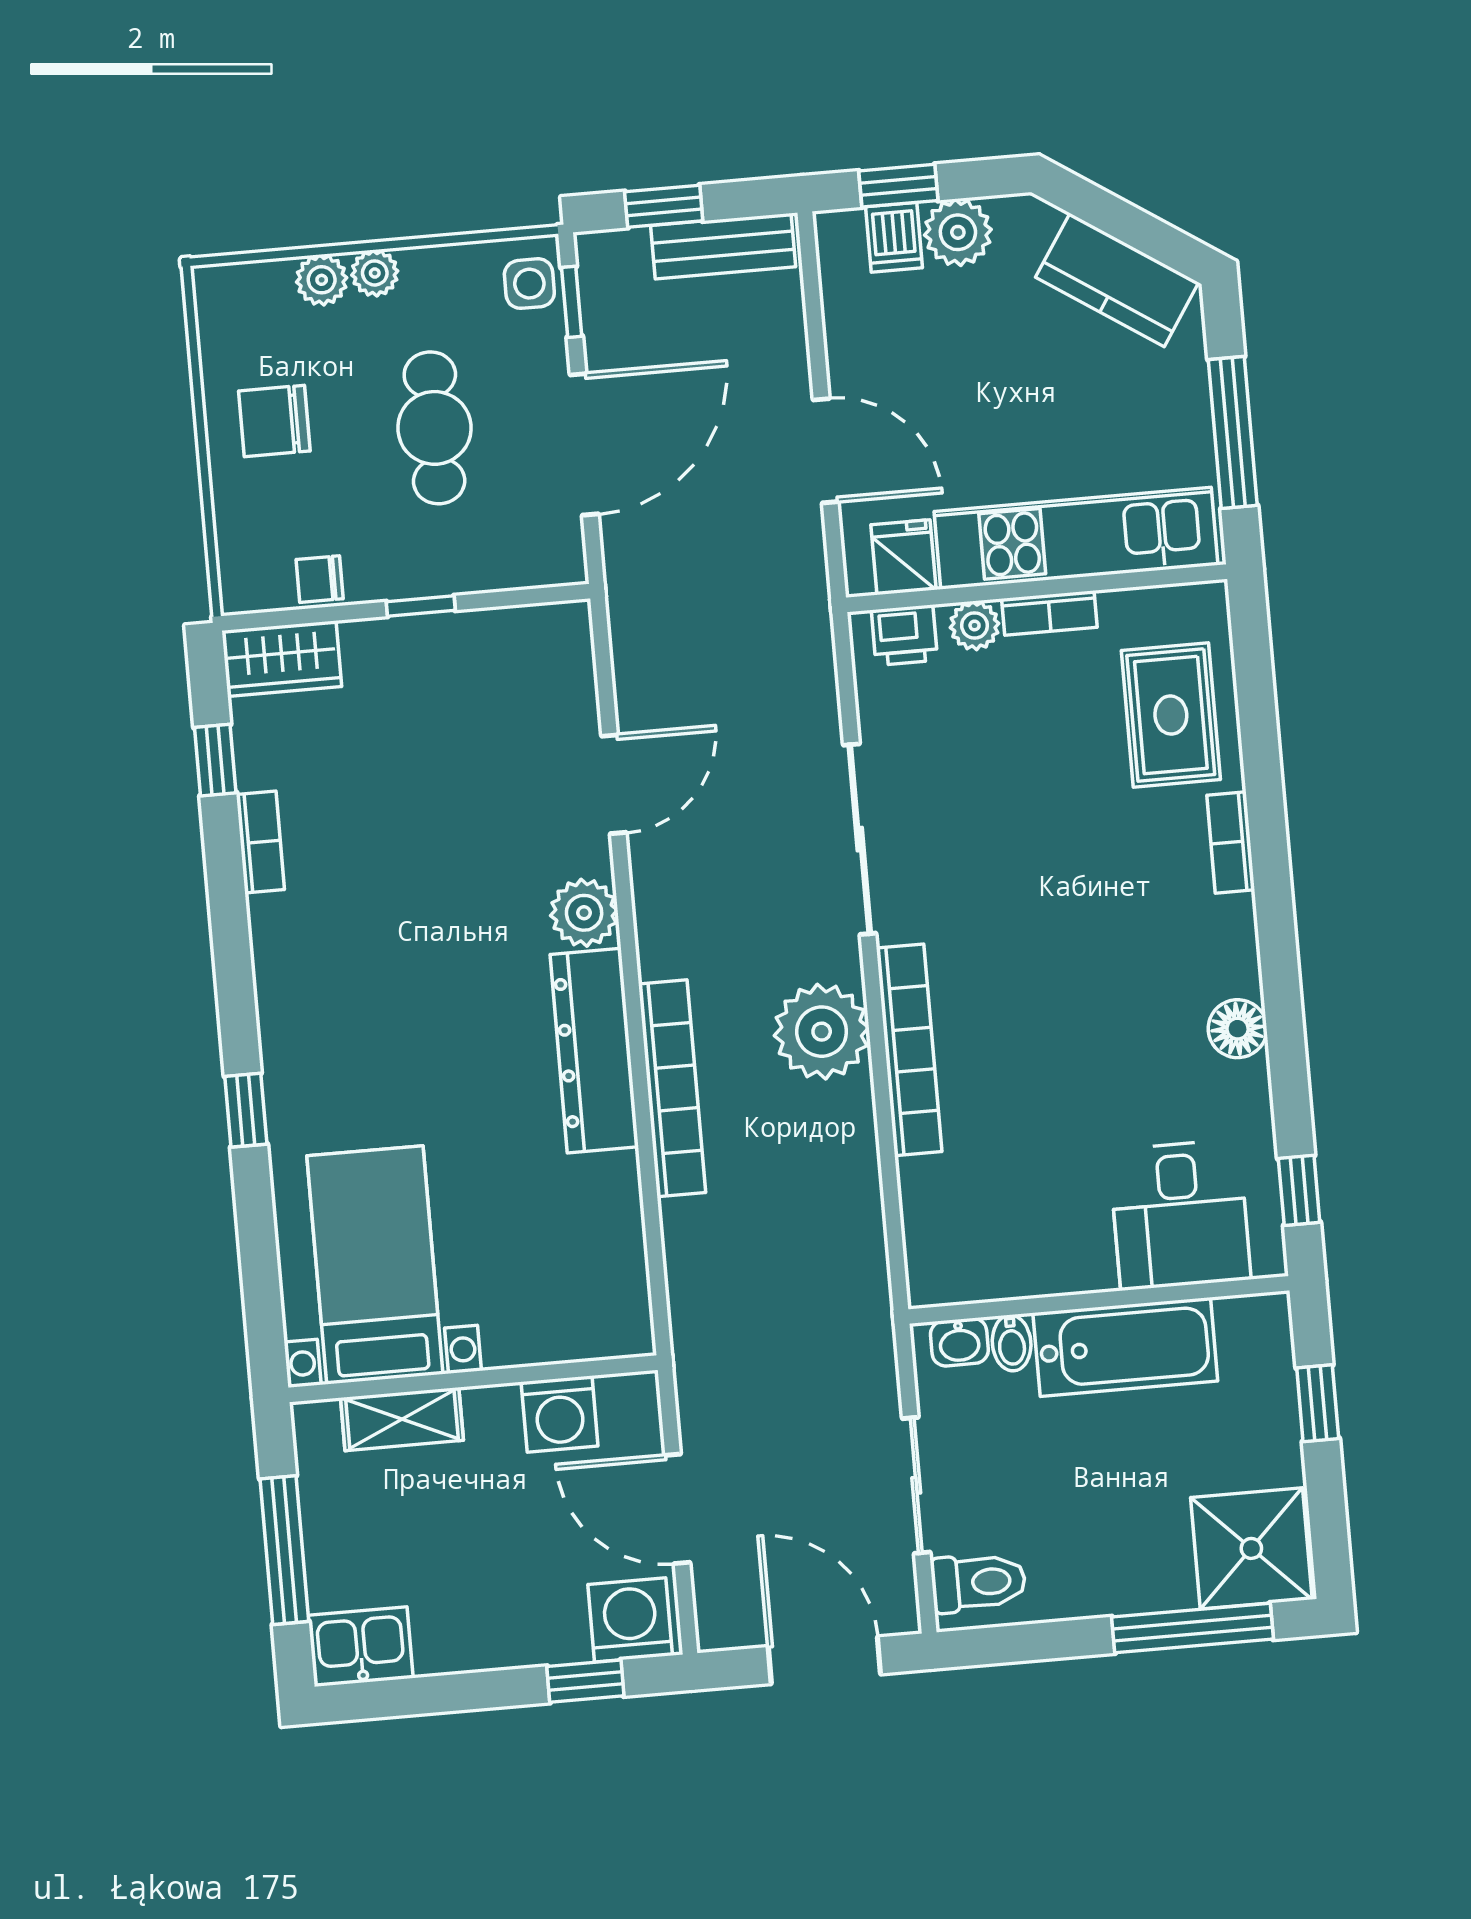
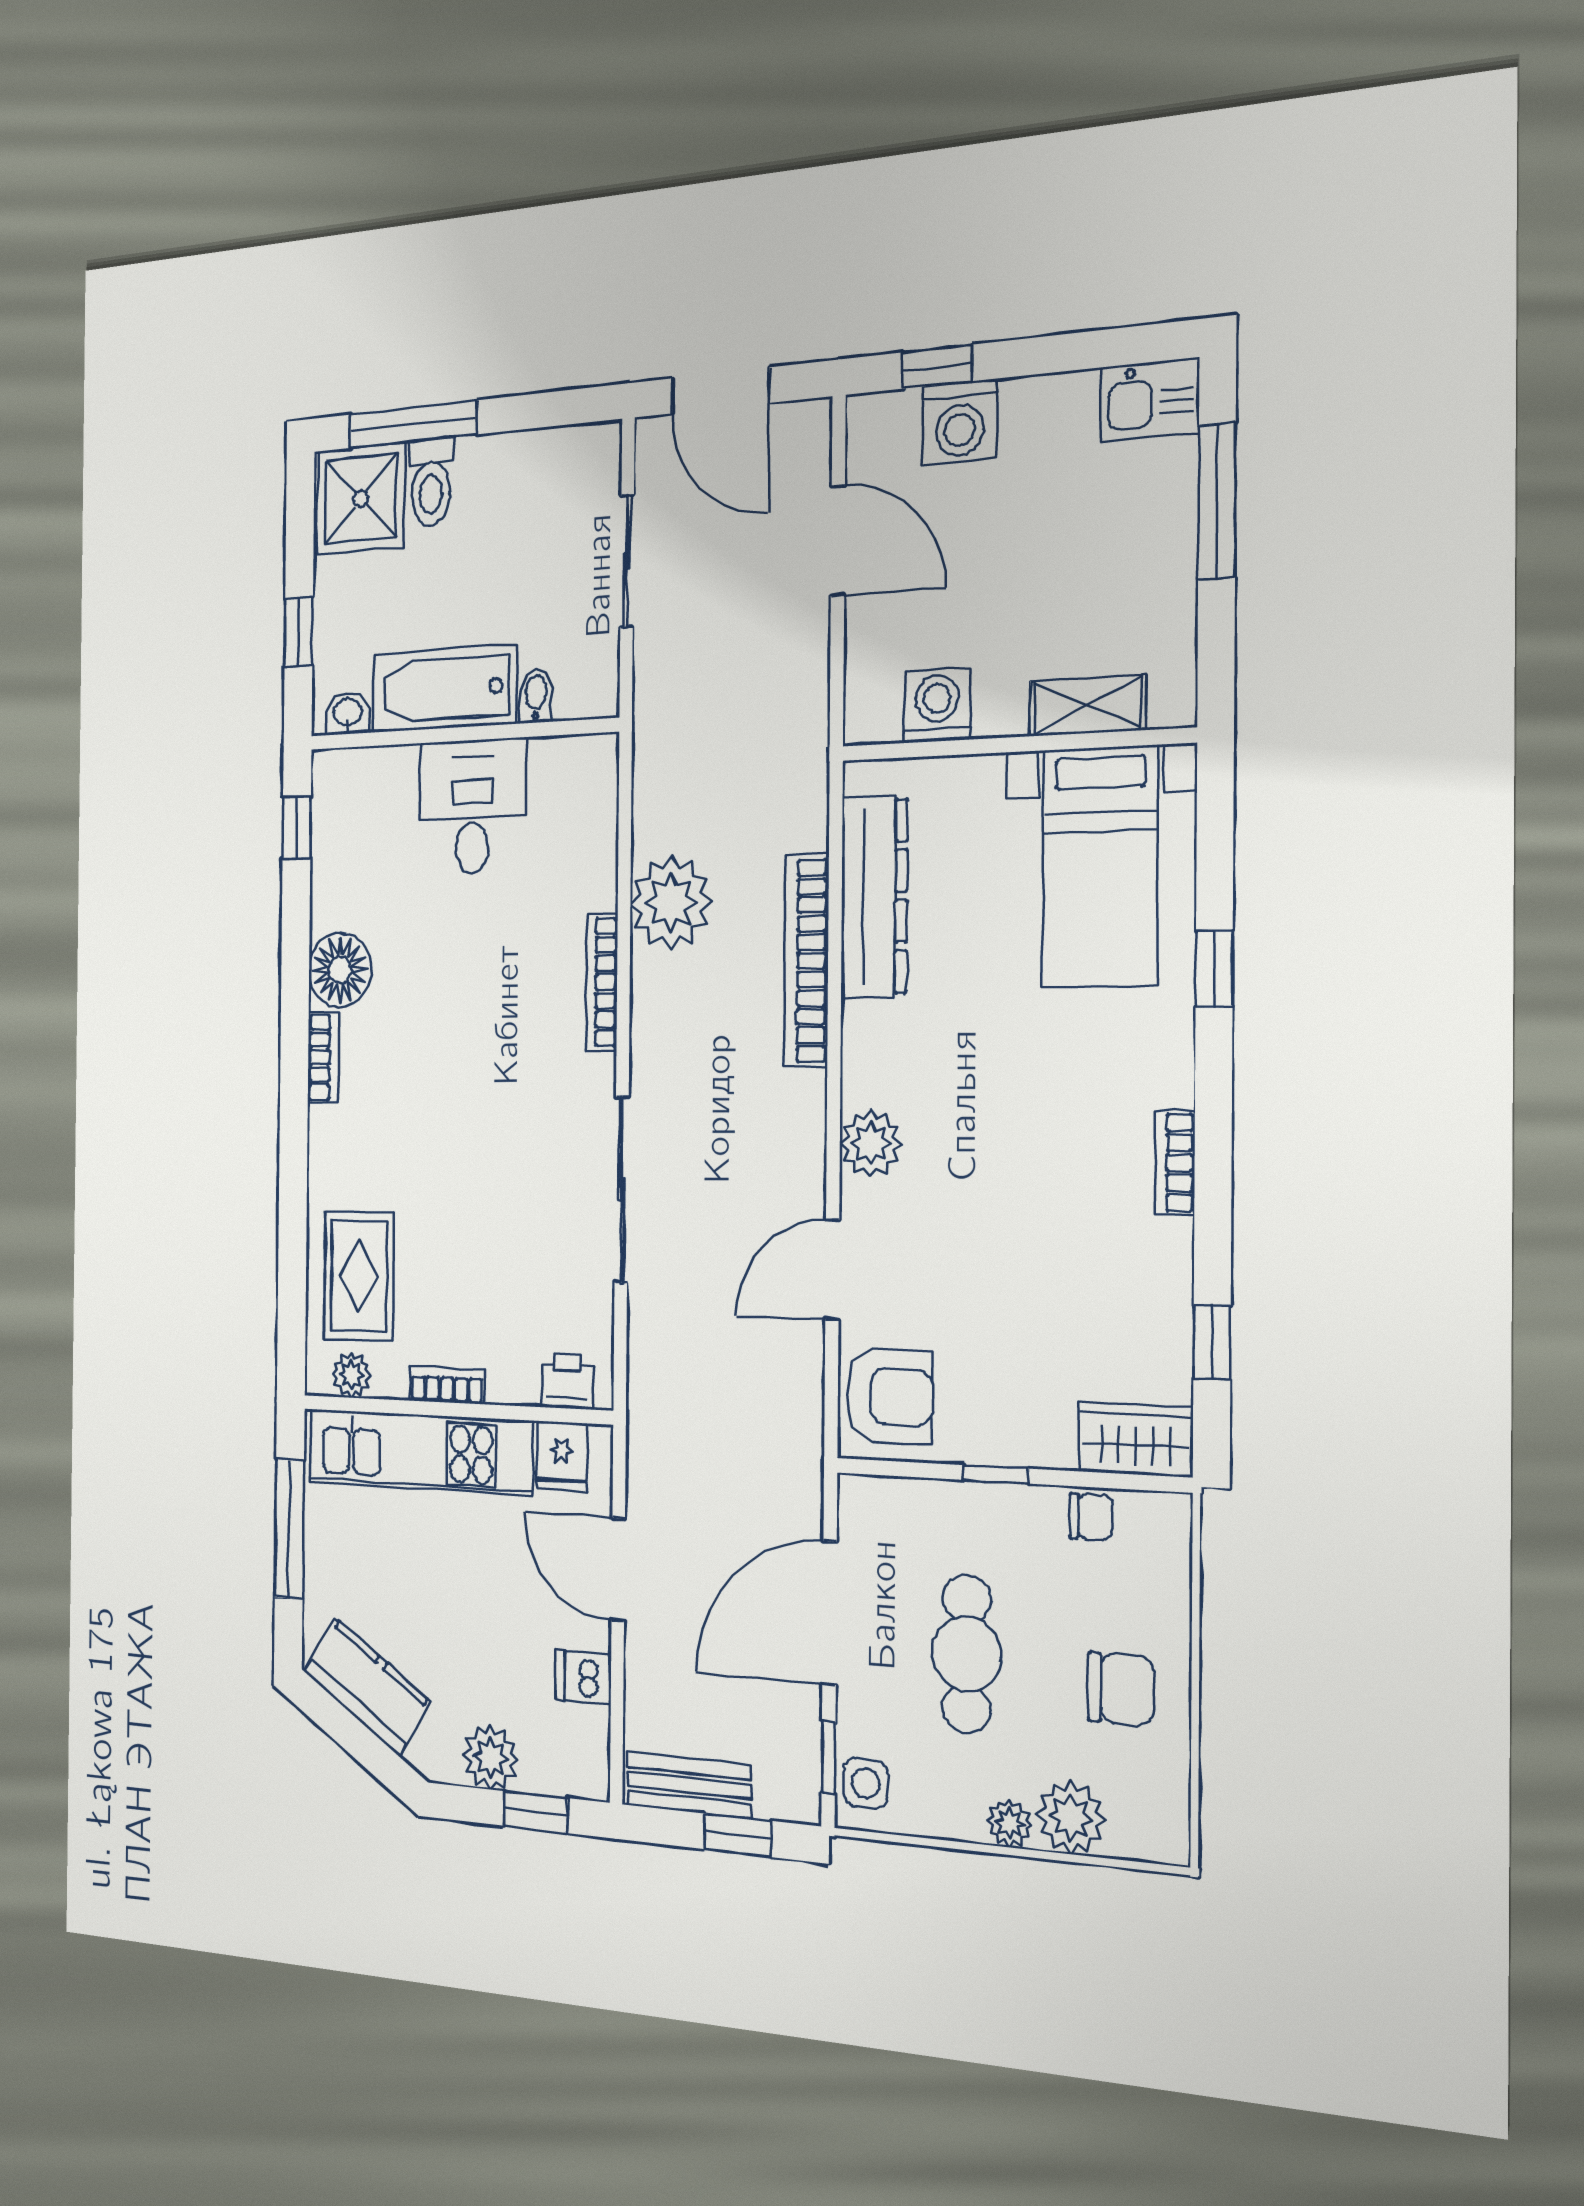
dishwasher: (894, 237) -> (583, 1677), moved, turned -90
plant: (322, 280) -> (1071, 1818), width x1.38, depth x1.38
plant: (975, 625) -> (351, 1375), moved
armchair: (540, 667) -> (889, 1396), added
bookcase: (260, 842) -> (1175, 1163), moved
bookcase: (1231, 842) -> (323, 1057), moved
floor lamp: (1238, 1029) -> (340, 970), width x1.38, depth x1.38
plant: (822, 1032) -> (671, 903), moved
bookcase: (909, 1050) -> (602, 982), width x0.68, depth x0.76
dresser: (594, 1051) -> (874, 897), moved
desk: (1180, 1215) -> (472, 807), moved
bed with nightstands: (375, 1265) -> (1100, 867), moved
washbasin: (959, 1342) -> (348, 713), moved
wall: (473, 1379) -> (1015, 745), moved
washing machine: (560, 1414) -> (937, 705), moved
shelving: (402, 1419) -> (1088, 706), moved
toilet: (978, 1582) -> (431, 482), moved, turned -90
washing machine: (630, 1620) -> (960, 422), moved

